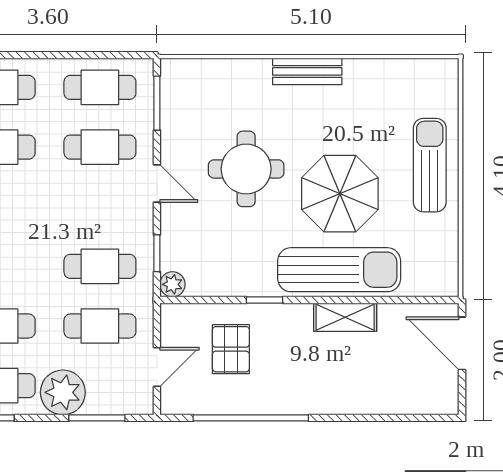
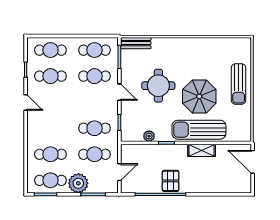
bench: (307, 71) -> (136, 43), moved
sun lounger: (430, 165) -> (239, 84), turned 180
sun lounger: (339, 270) -> (199, 130), turned 180
plant: (172, 284) -> (149, 136), moved
pallet: (231, 349) -> (171, 181), moved

